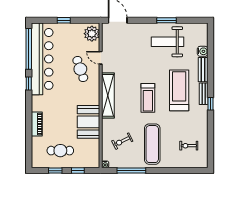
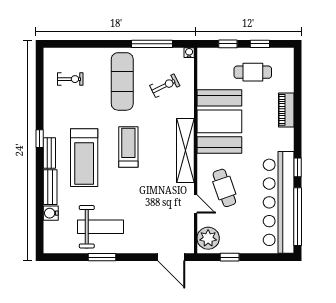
window: (64, 20) -> (230, 257), moved
booth: (89, 122) -> (219, 121), width x1.36, depth x1.42

